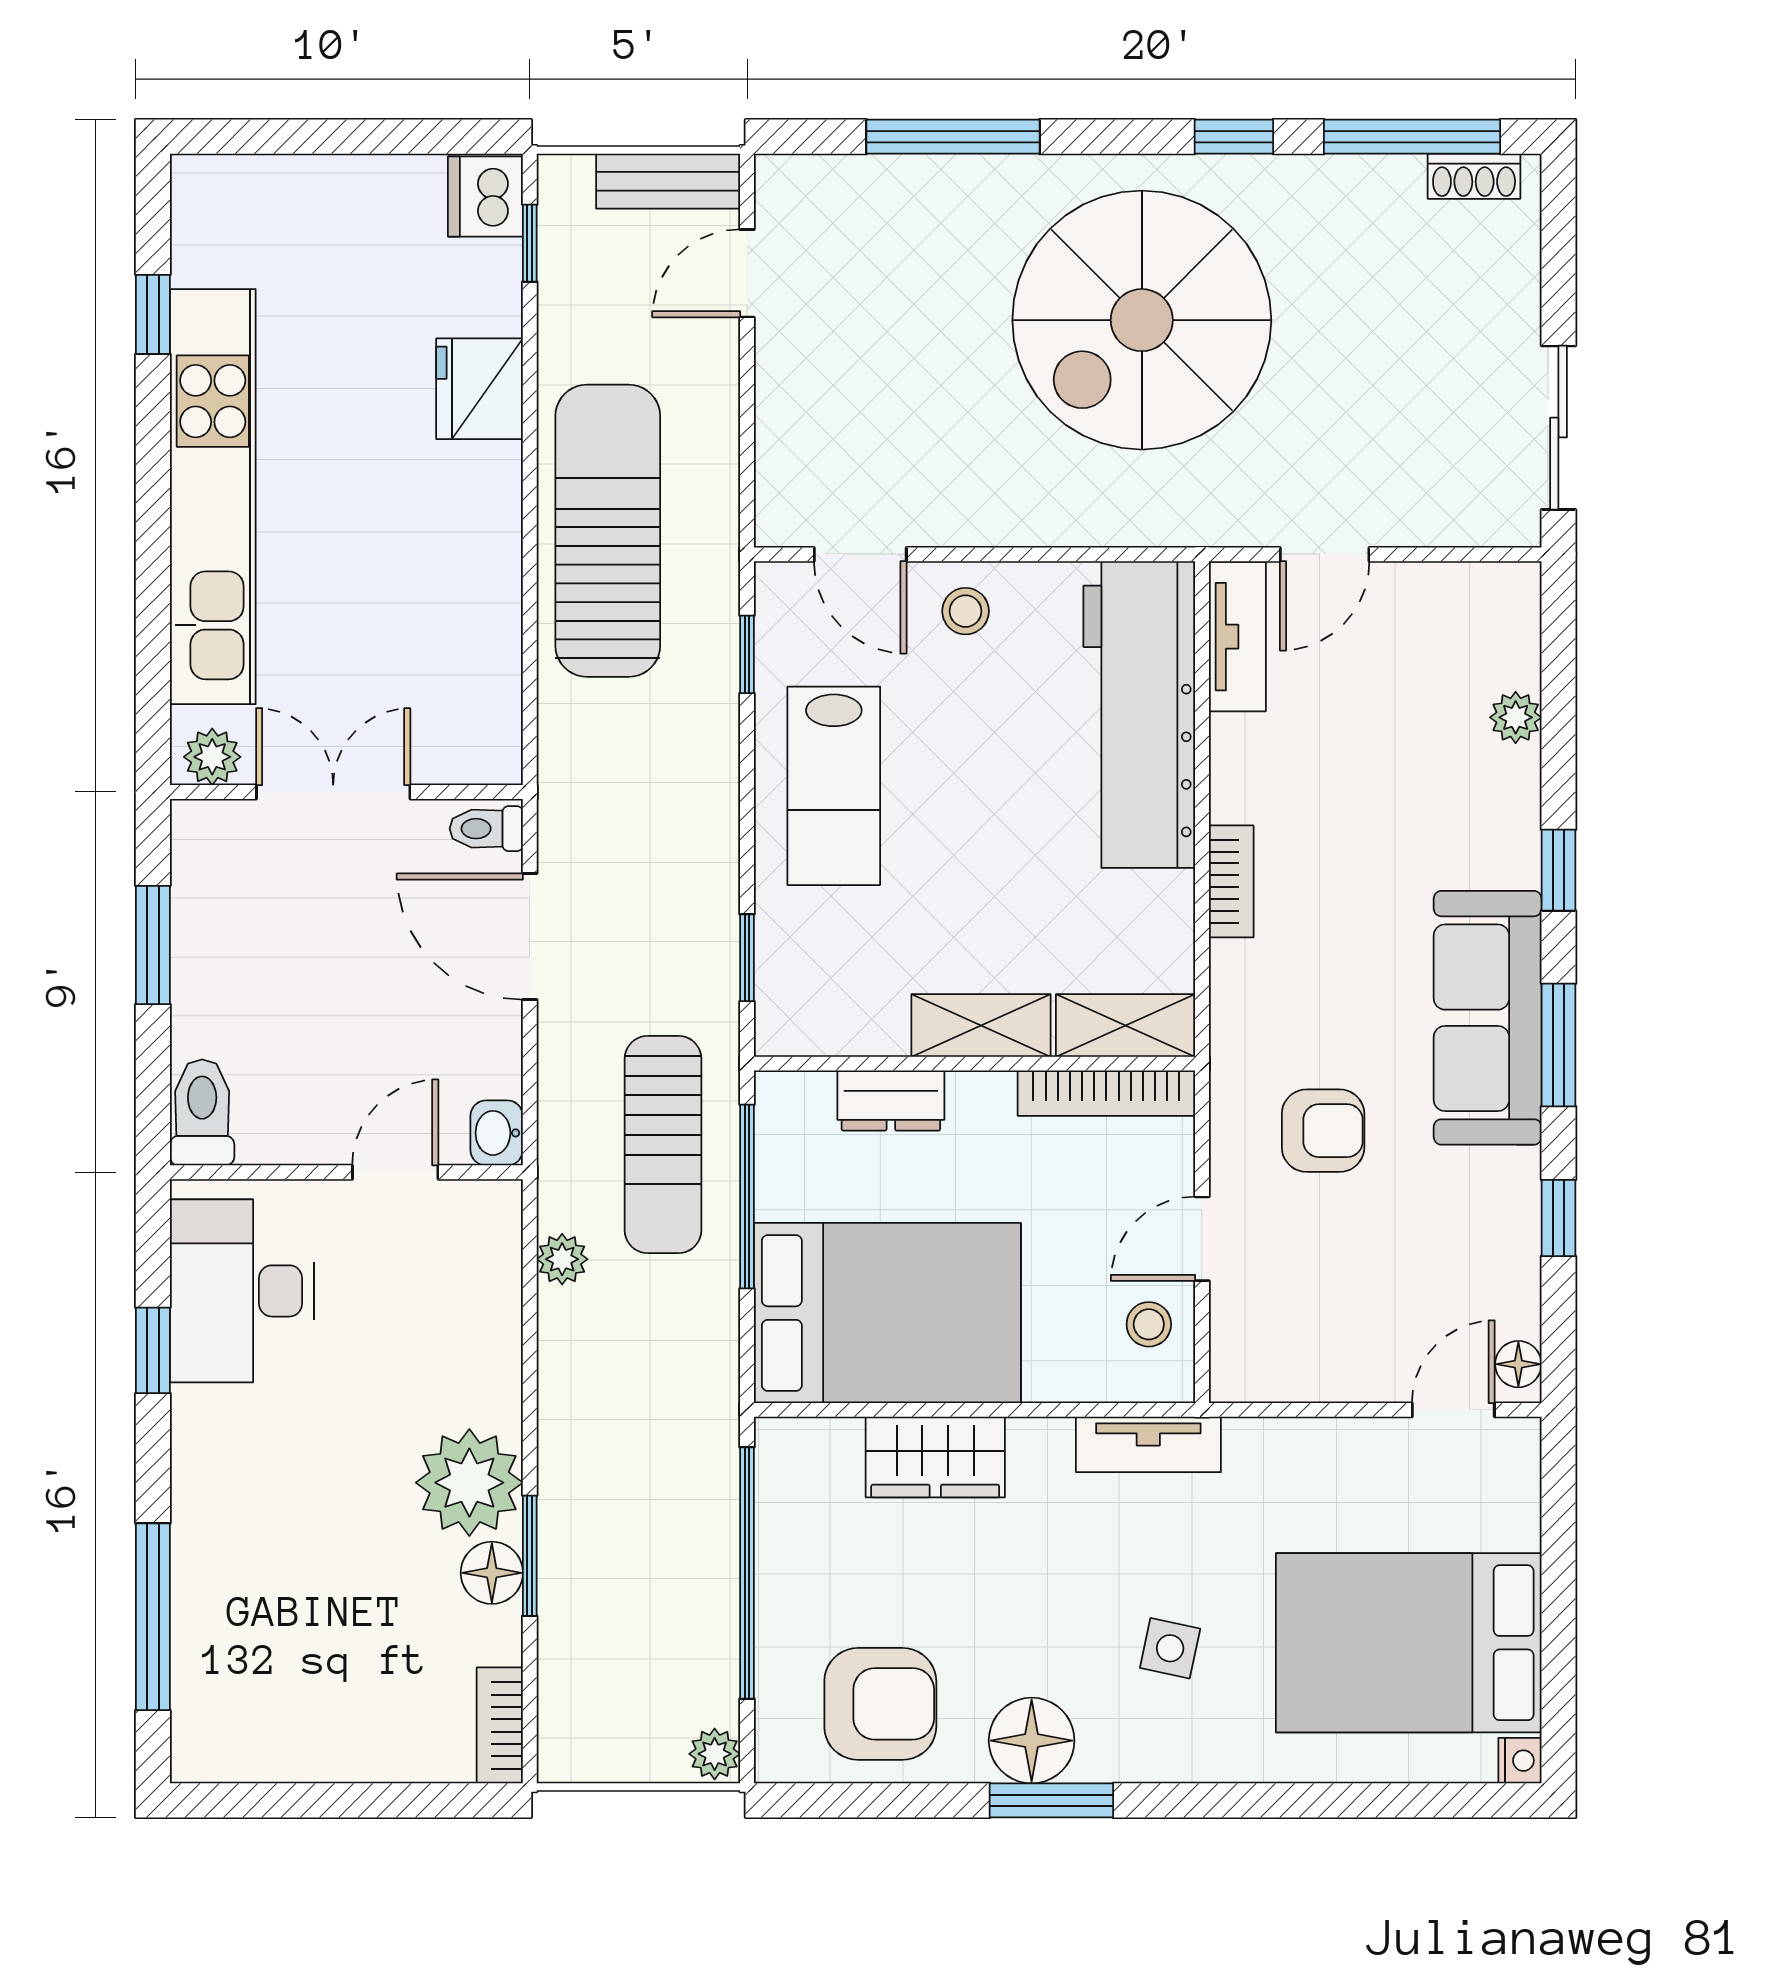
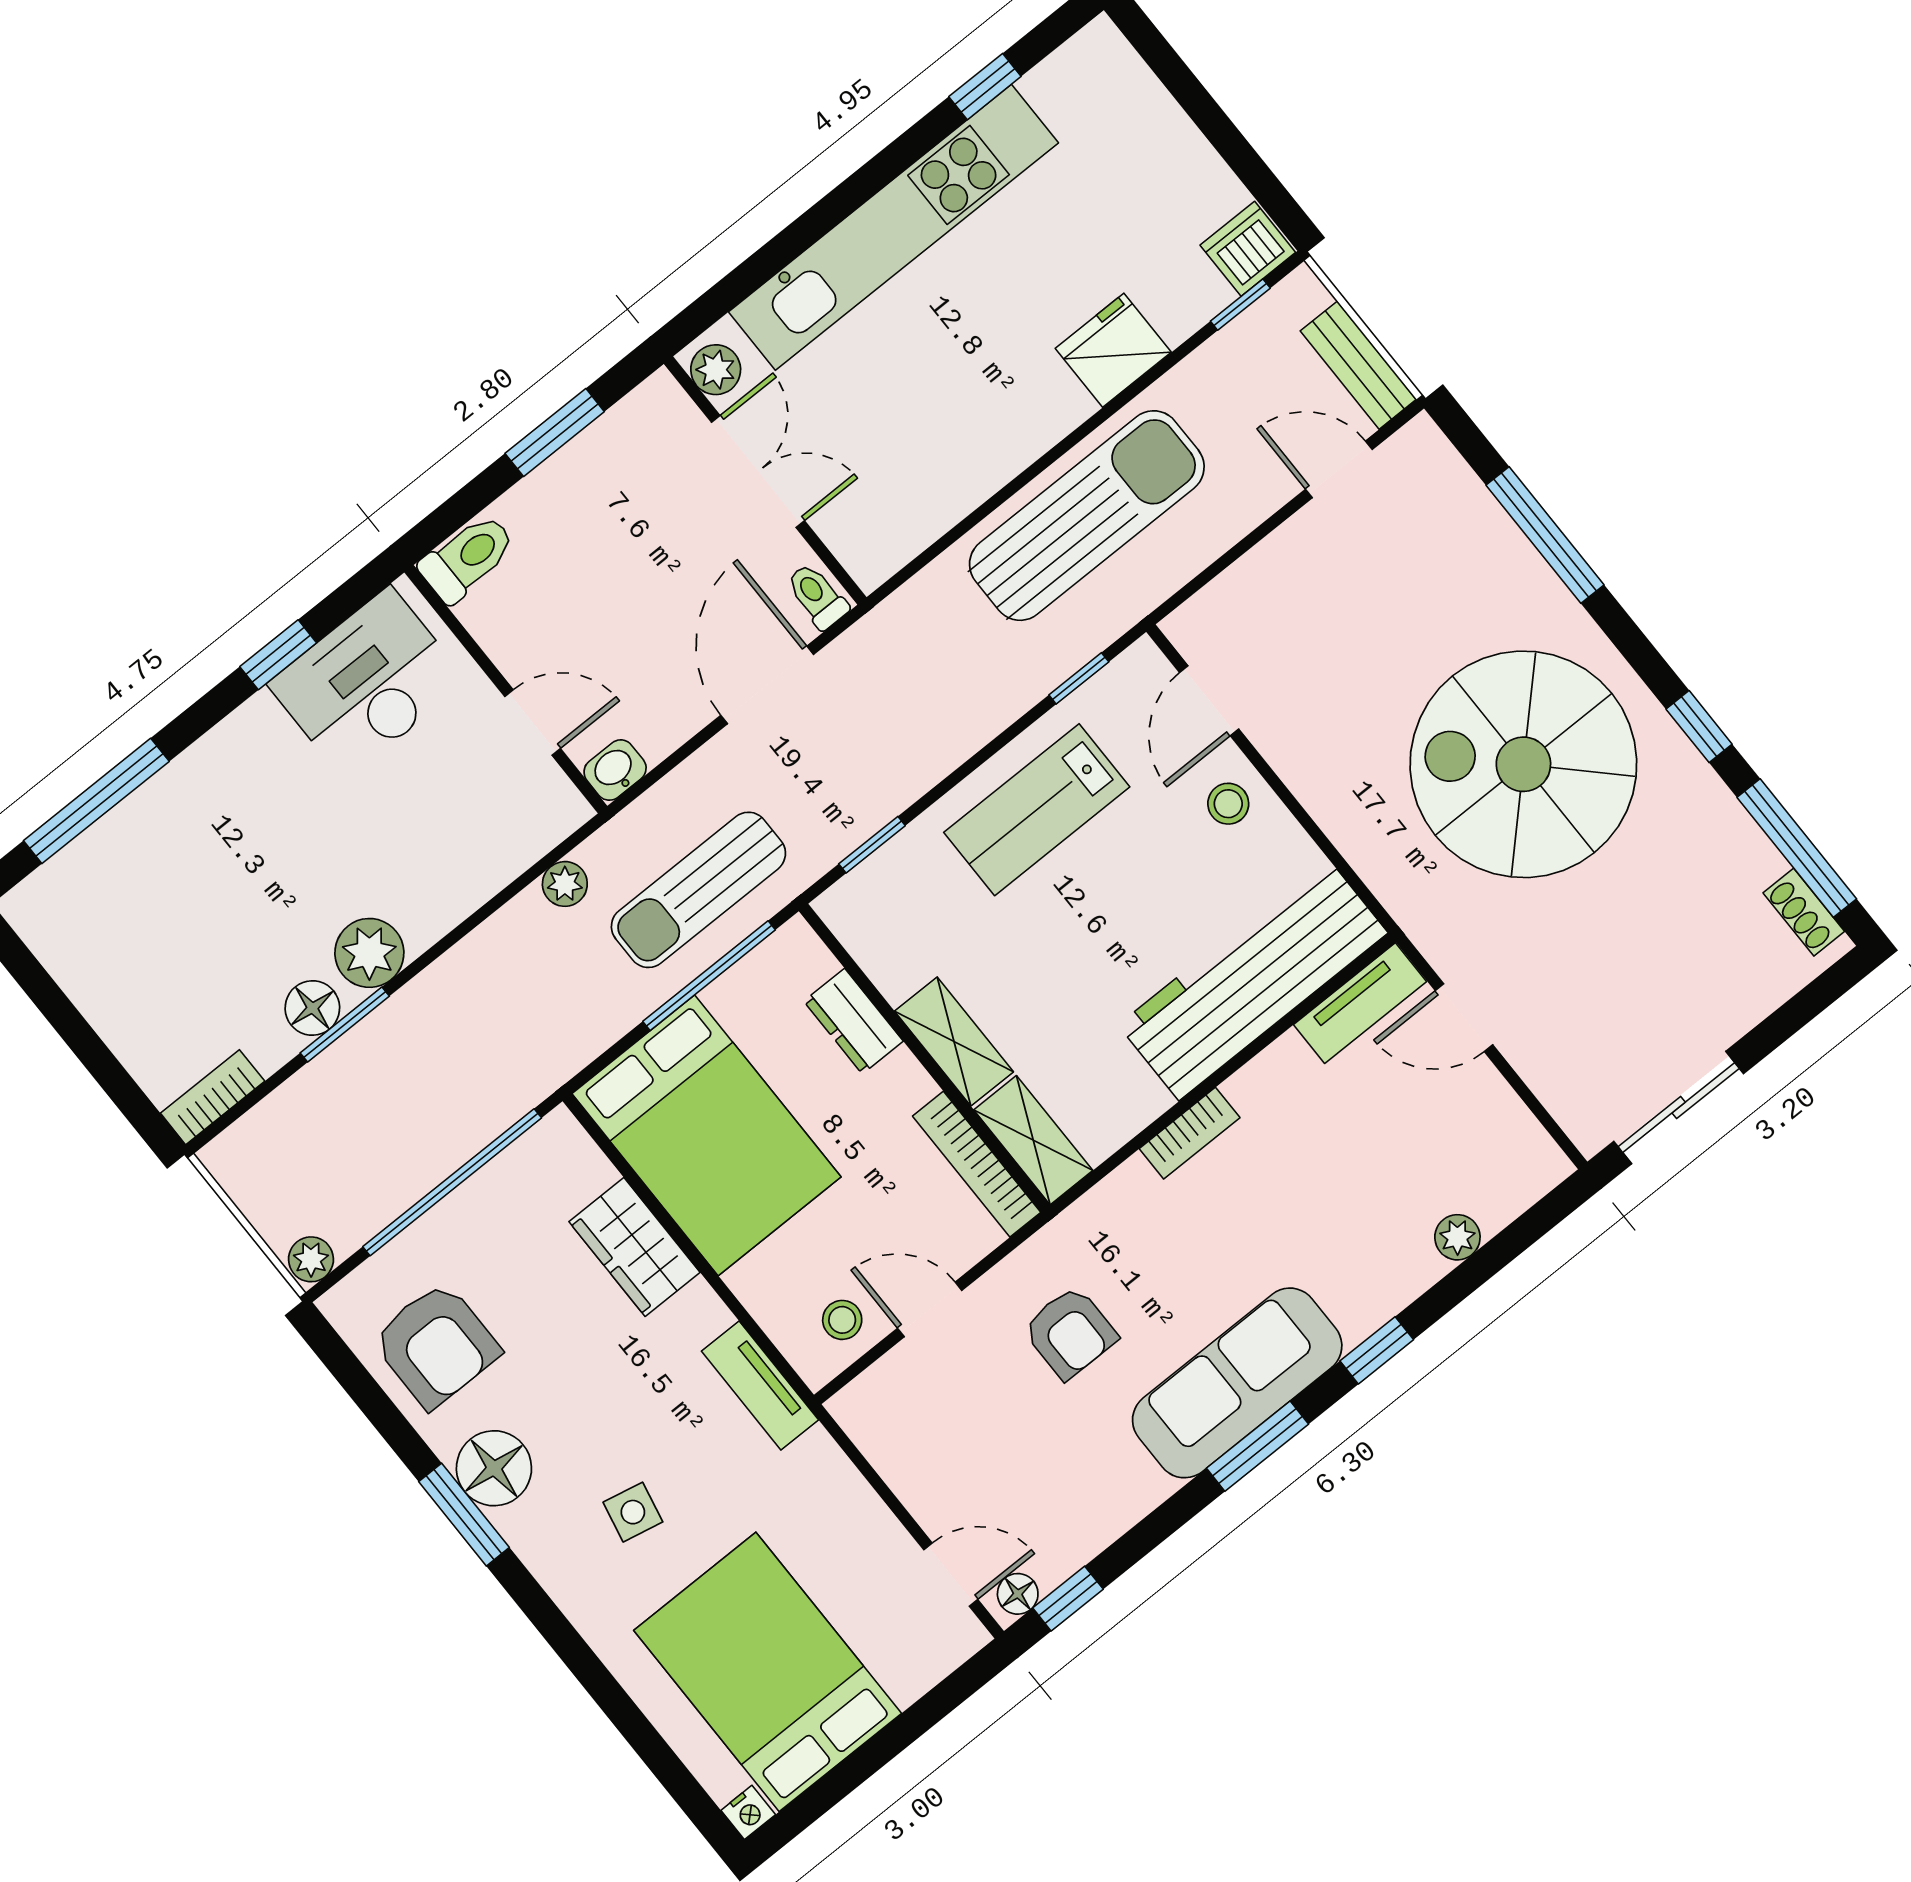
window: (1558, 1218) -> (1068, 1599), moved
plant: (469, 1483) -> (369, 953), width x0.73, depth x0.73

